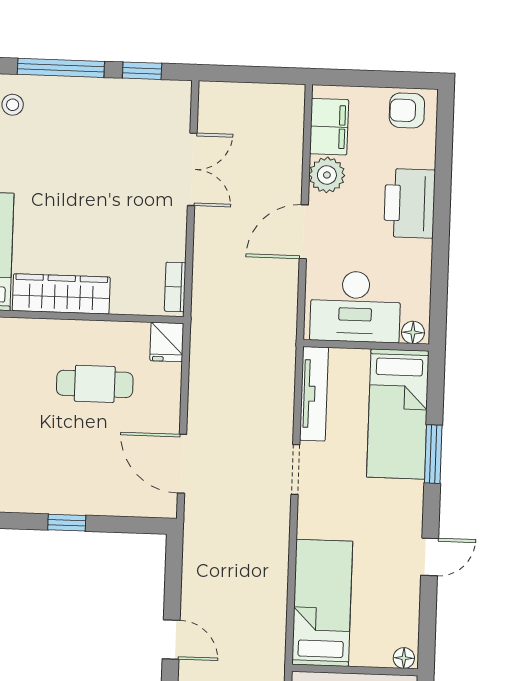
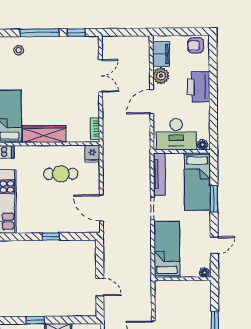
bed: (322, 603) -> (167, 249), moved
floor lamp: (404, 658) -> (204, 273), moved
wall: (355, 670) -> (183, 279), moved

